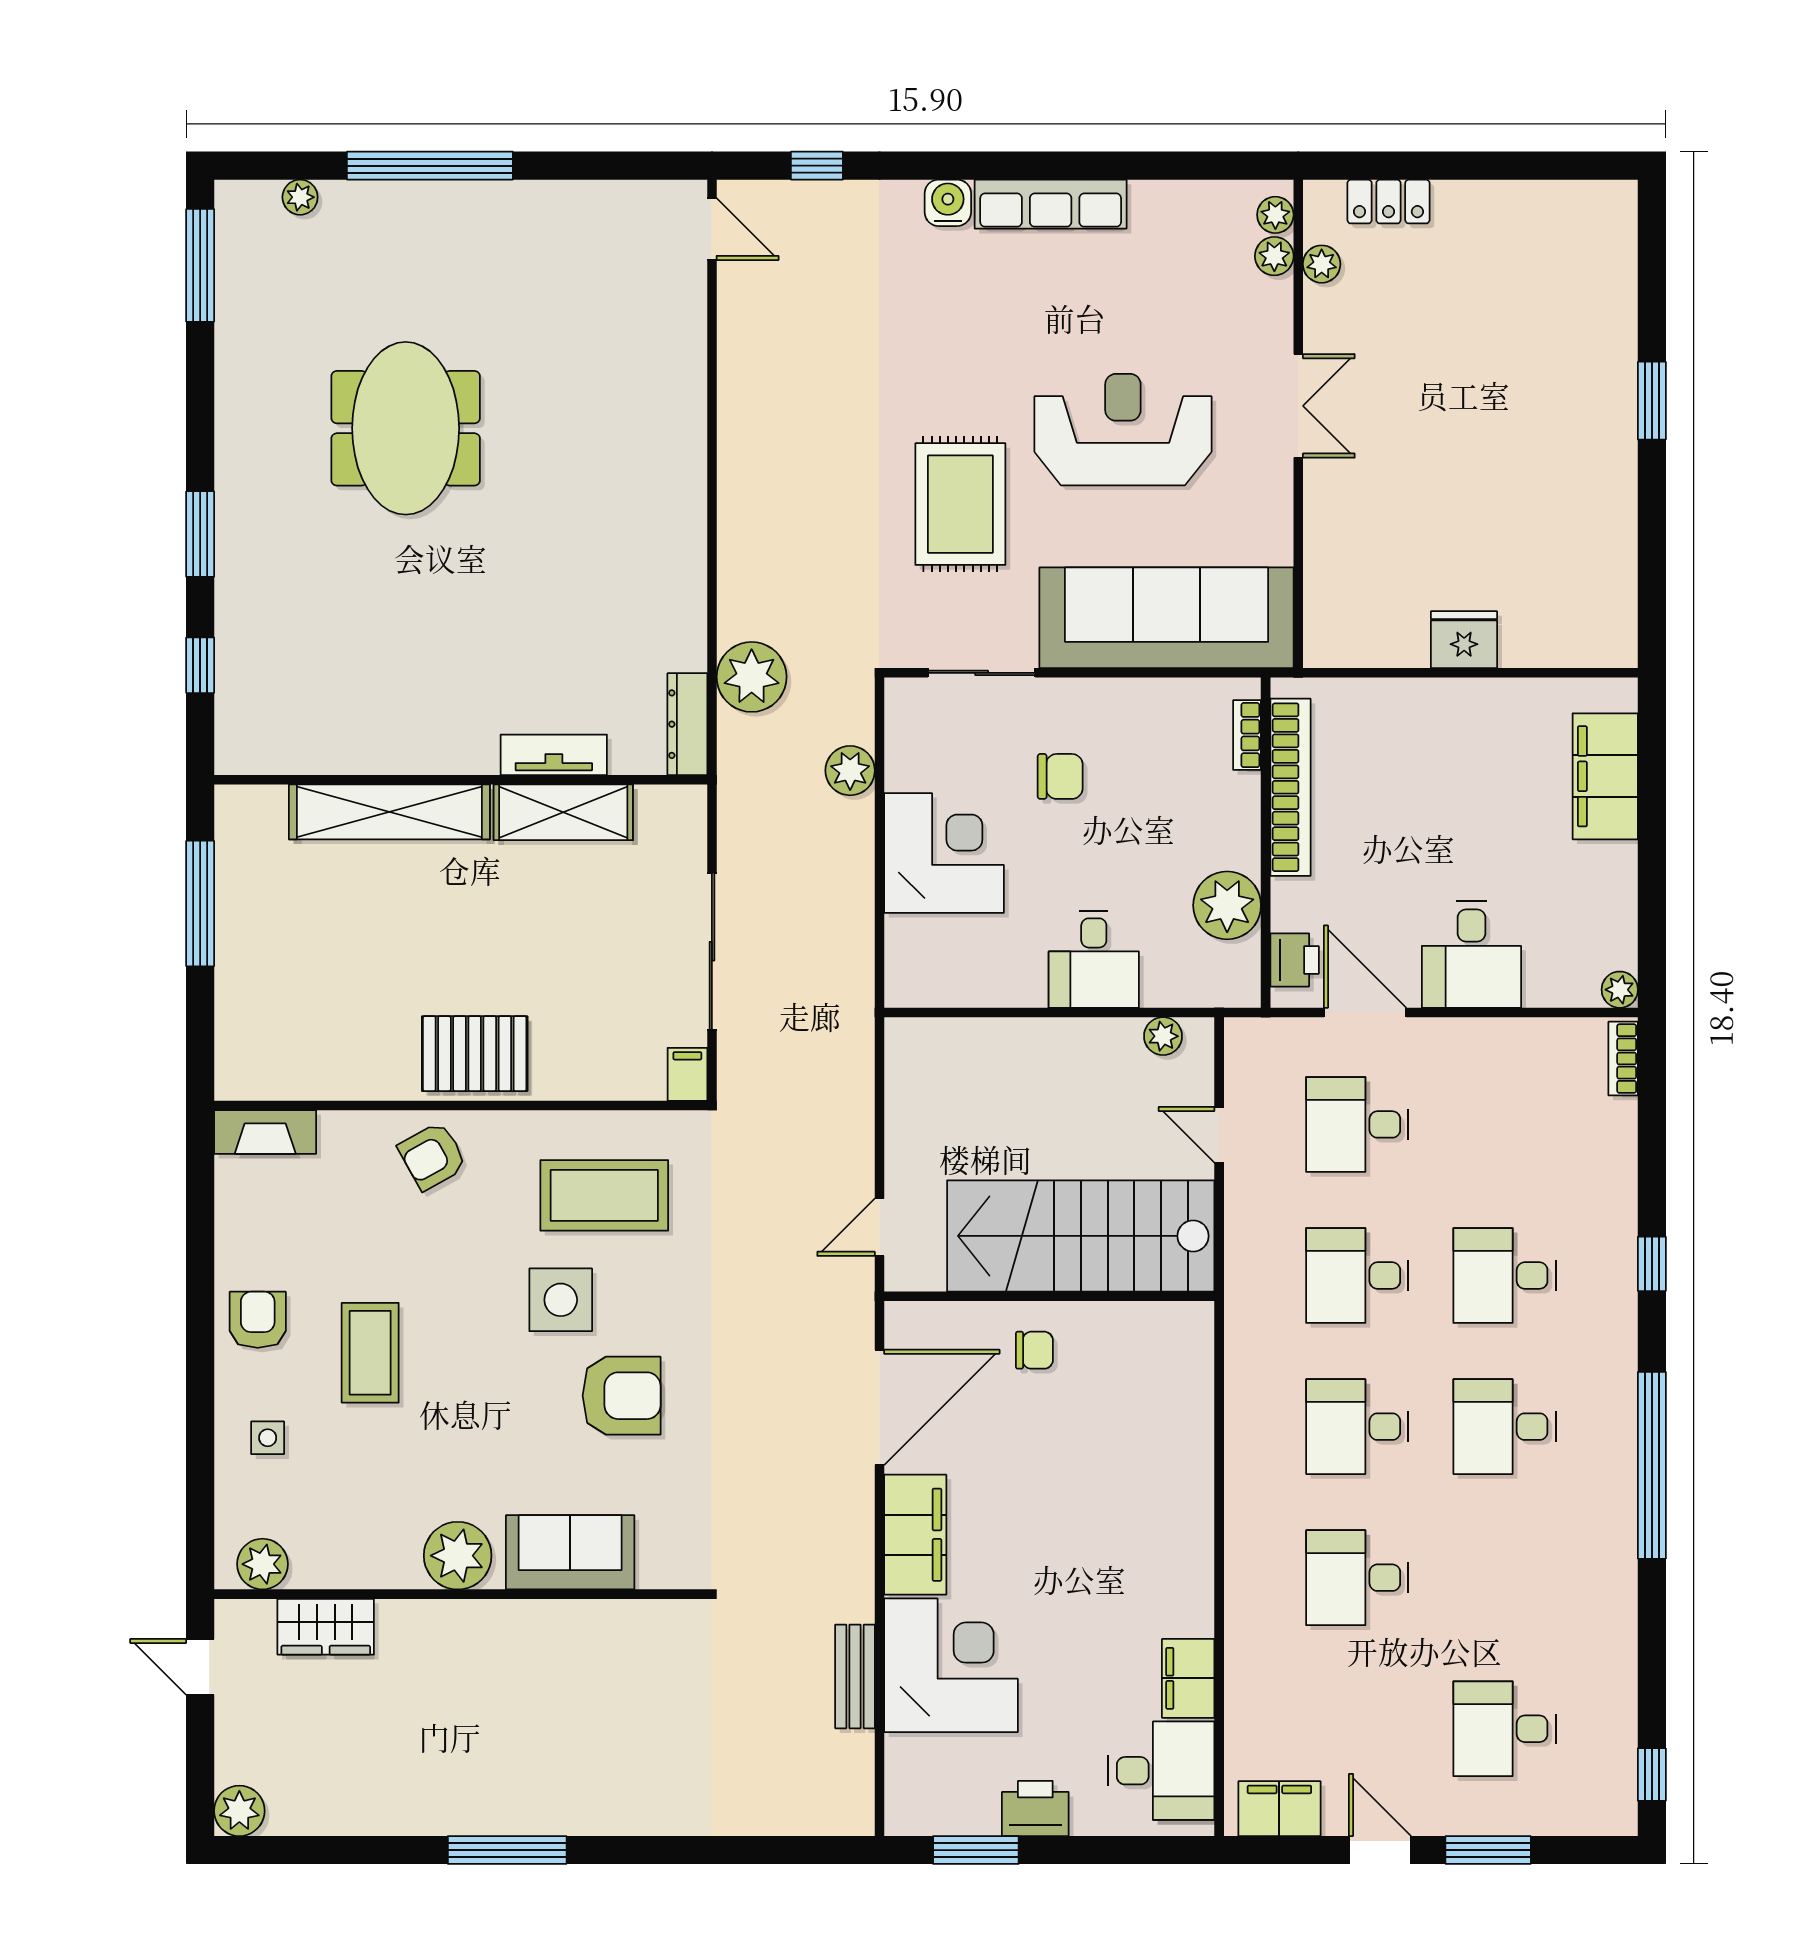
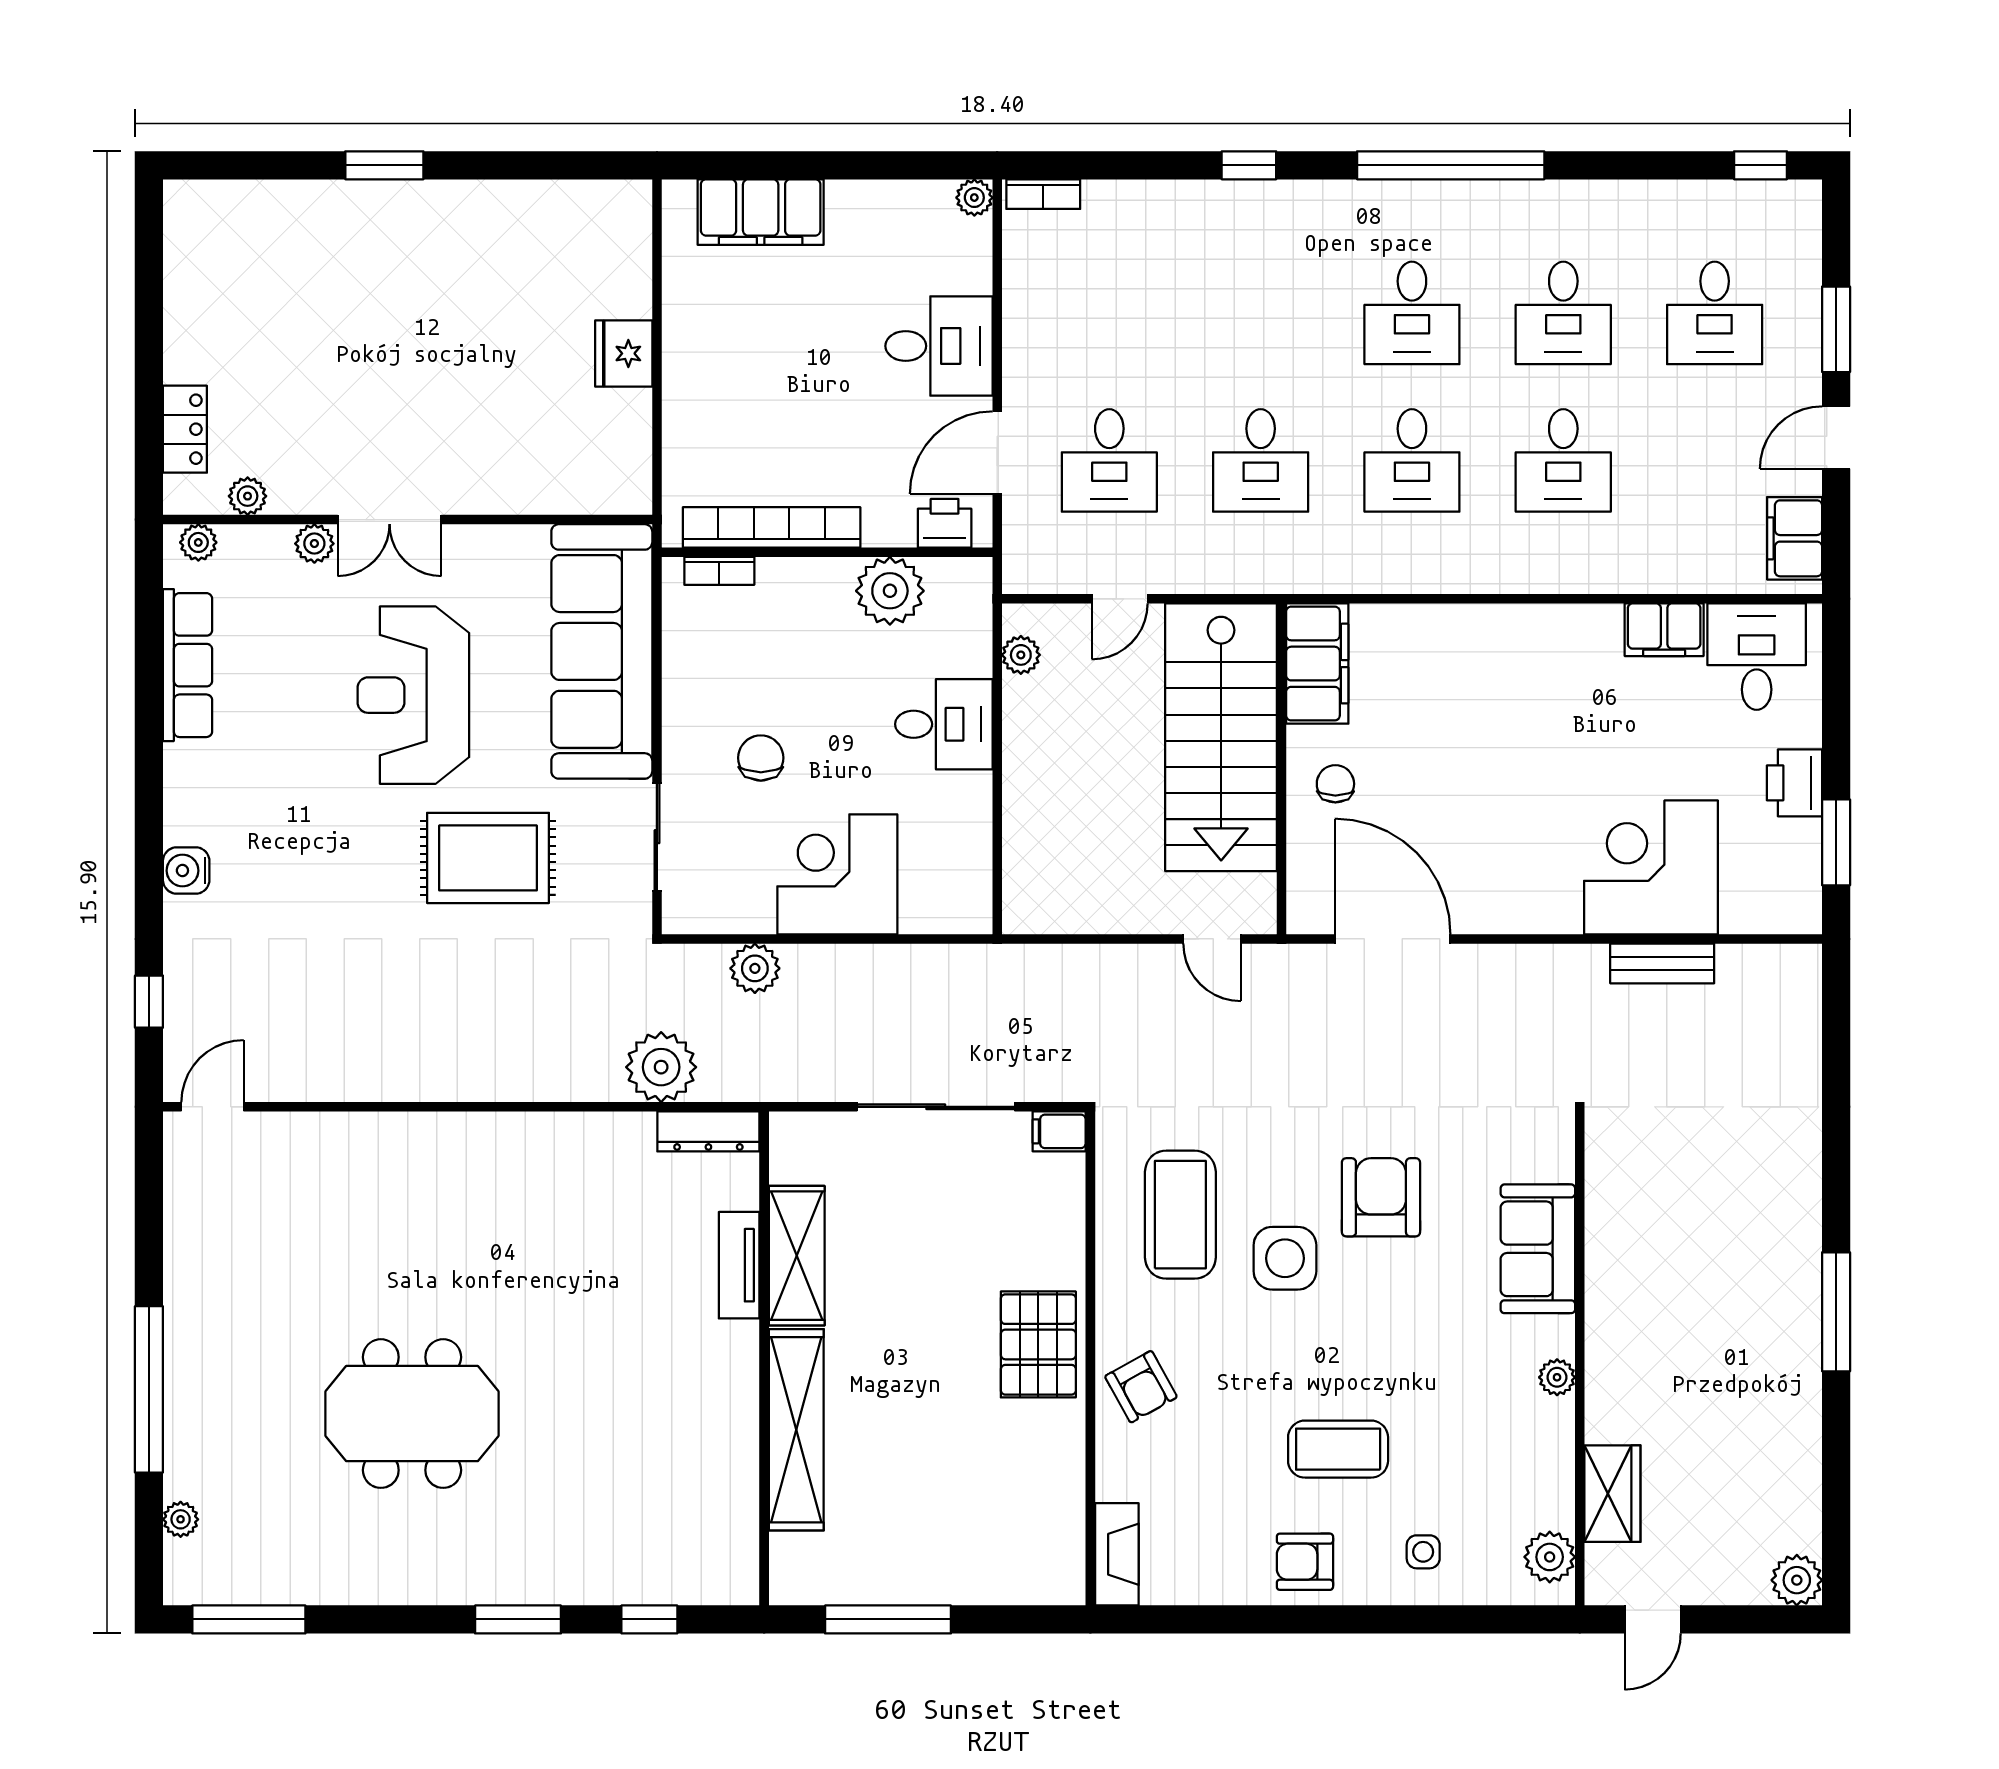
row of seats: (1051, 204) -> (188, 665), moved
plant: (1274, 256) -> (314, 544), moved
double door: (1298, 406) -> (390, 520), swing flipped
desk: (1504, 1276) -> (1563, 313), moved
filing cabinet: (915, 1535) -> (1317, 664), moved, turned 90
plant: (458, 1556) -> (1557, 1377), width x0.53, depth x0.53

